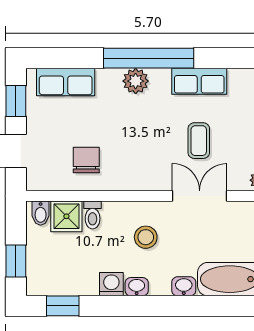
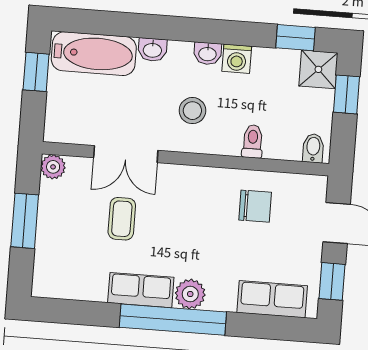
row of seats: (199, 81) -> (141, 290), moved
chair: (86, 160) -> (255, 206), turned -90
shower: (66, 216) -> (318, 69), moved

